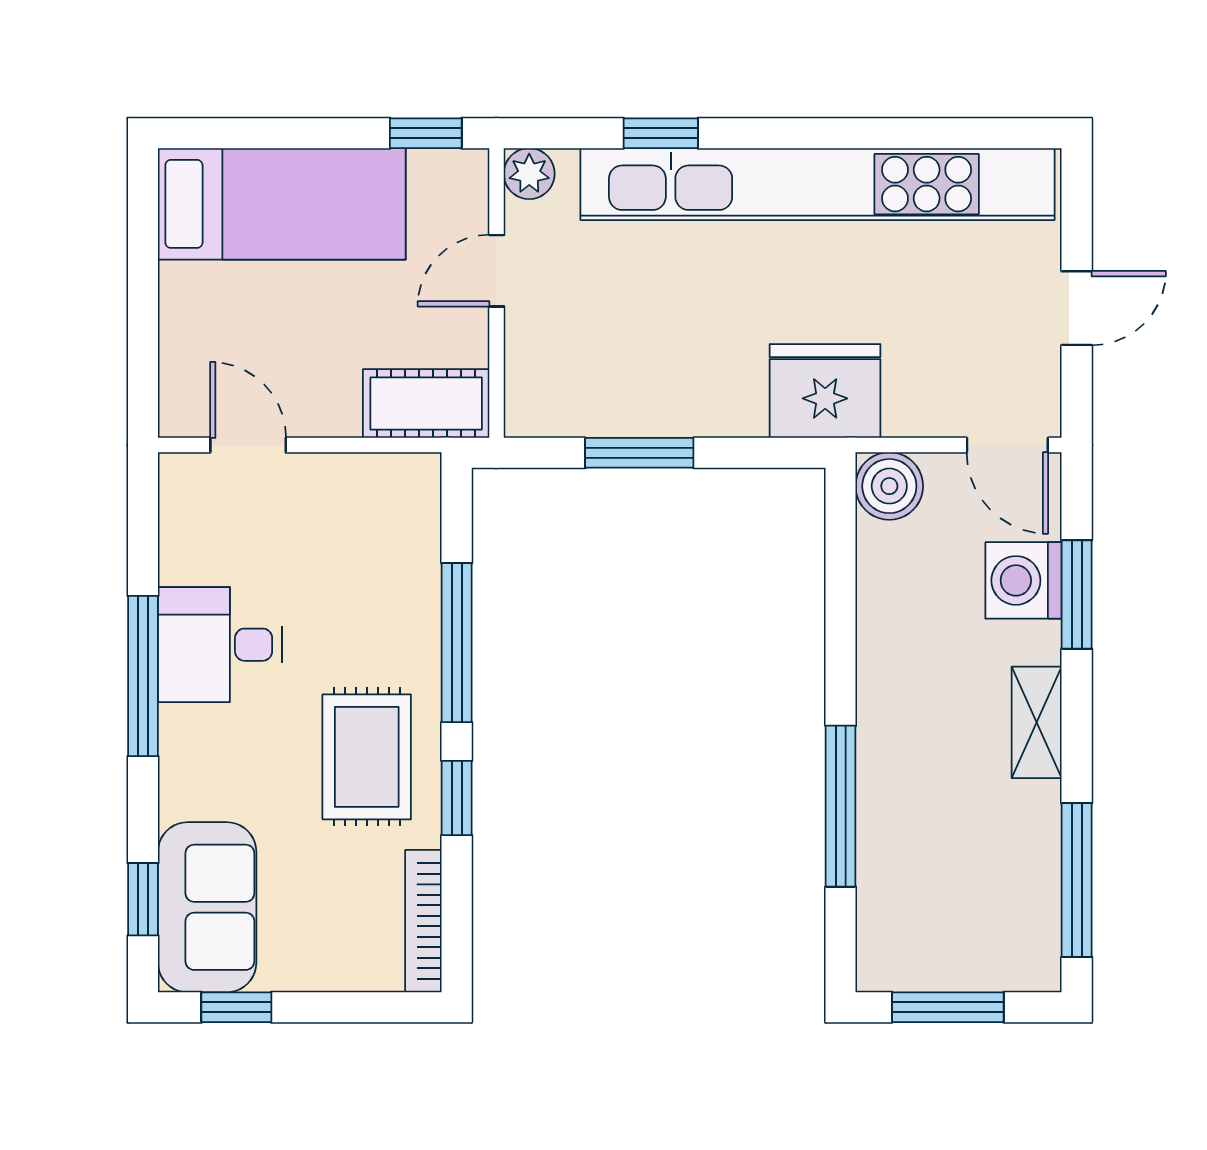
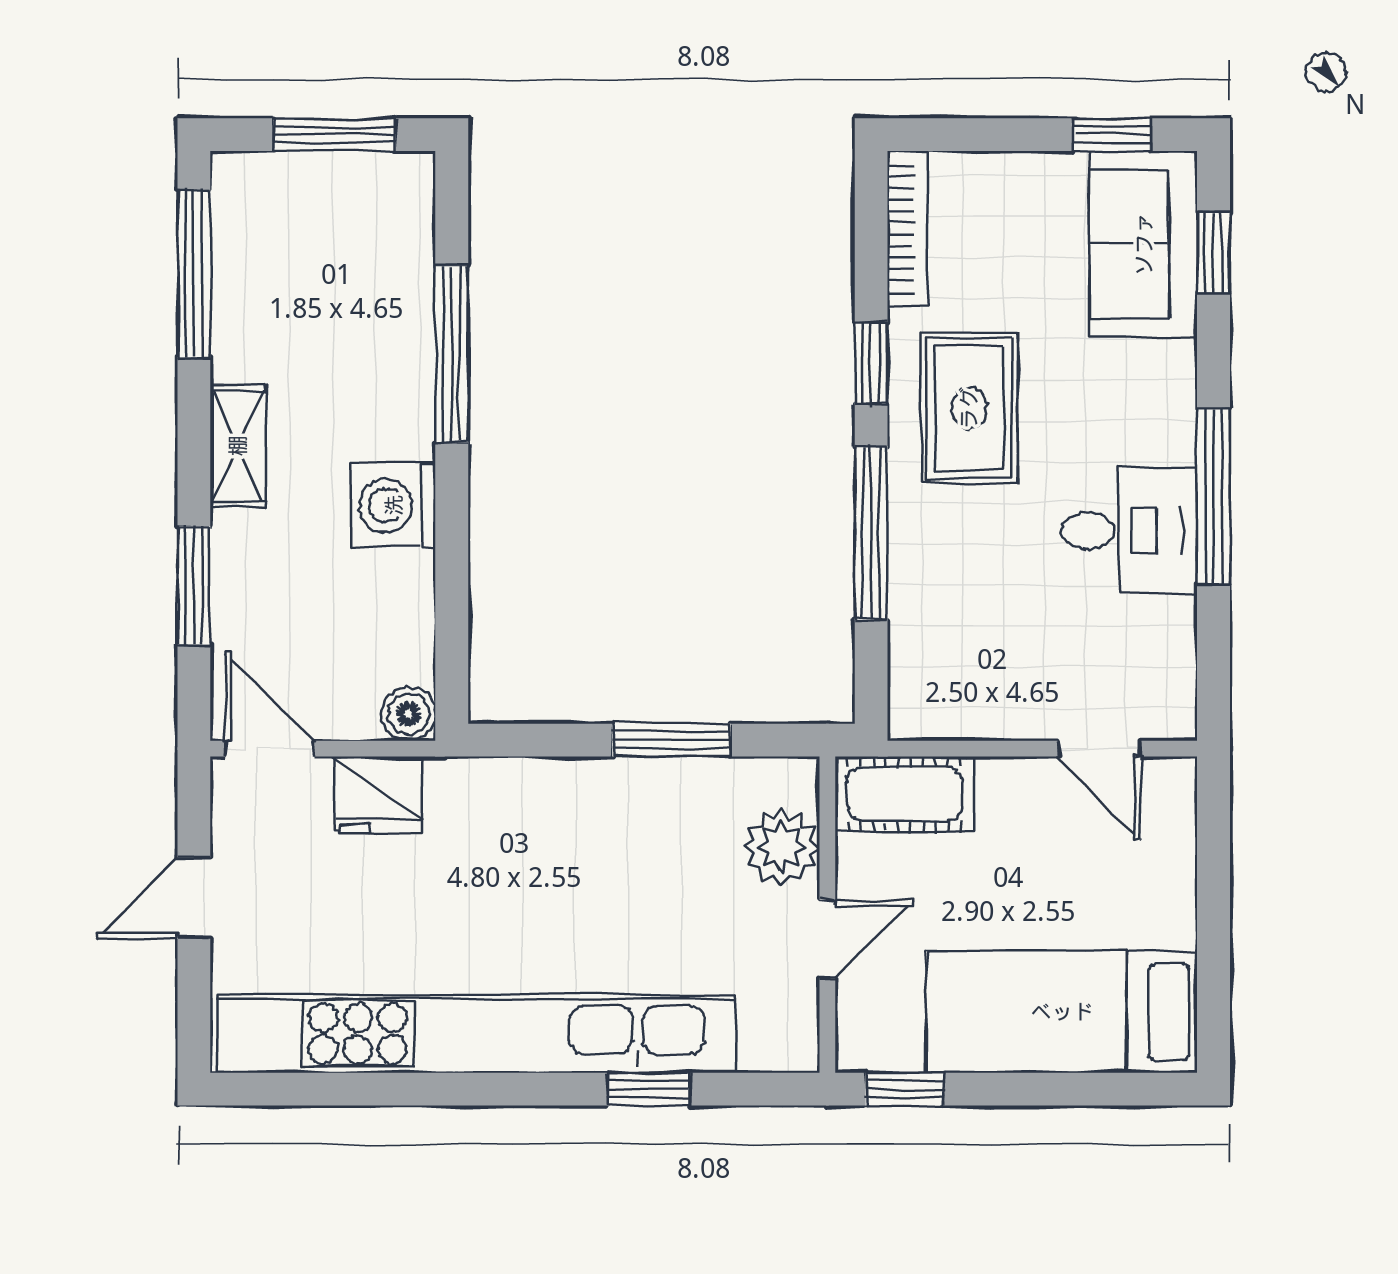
plant: (529, 174) -> (781, 847), moved, width x1.38, depth x1.38
fridge: (825, 391) -> (378, 795), moved, width x0.73, depth x0.75
boiler: (889, 486) -> (408, 714), width x0.73, depth x0.73
washing machine: (1024, 580) -> (394, 505), moved, turned 180

